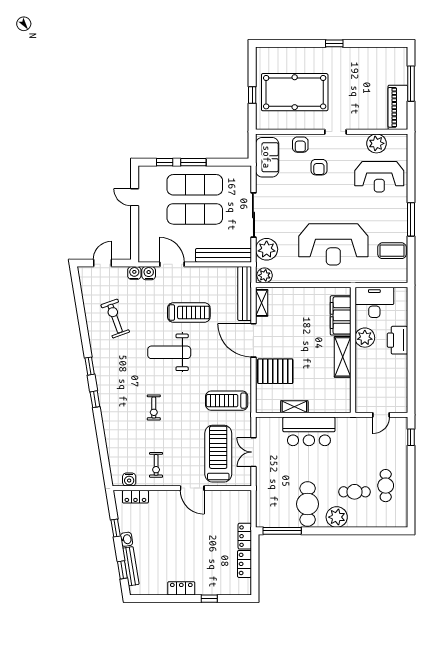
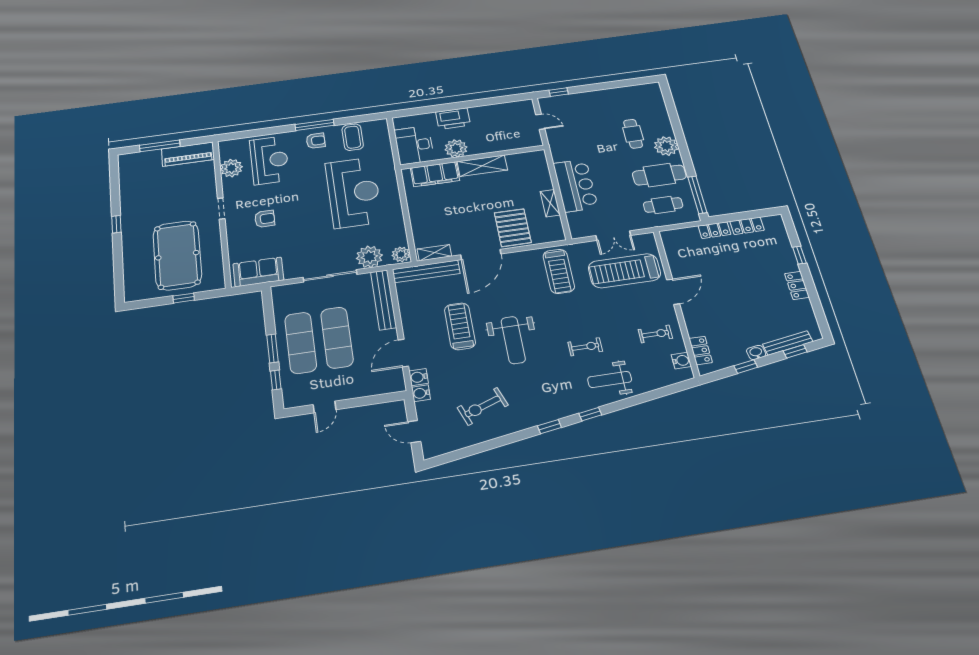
armchair: (300, 145) -> (316, 141), moved
weight bench: (122, 420) -> (610, 379), added
cafe table: (386, 486) -> (663, 205), moved

